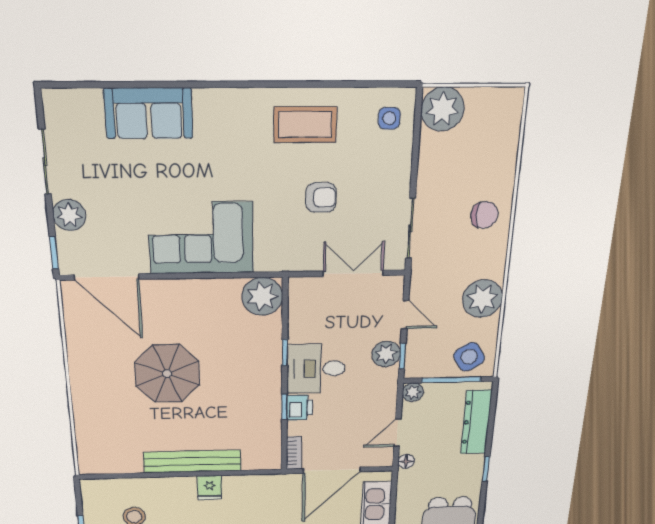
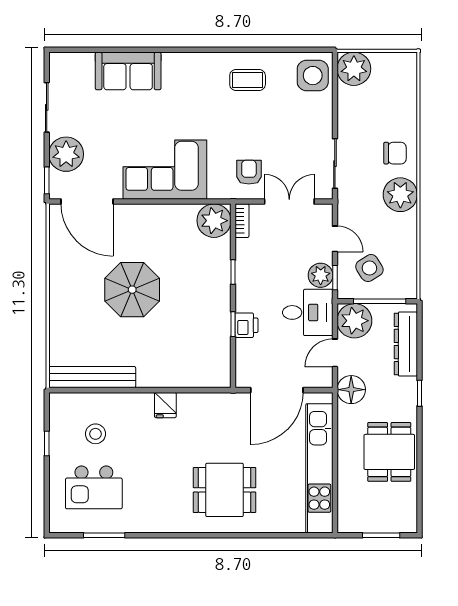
side table: (389, 118) -> (313, 76), width x1.87, depth x1.87
coffee table: (305, 125) -> (248, 80), width x0.73, depth x0.77
armchair: (321, 197) -> (249, 172), moved, turned -90
plant: (69, 215) -> (66, 154), width x1.36, depth x1.36
plant: (483, 299) -> (400, 195), moved
side table: (469, 357) -> (369, 268), moved
desk: (316, 369) -> (308, 312), moved, turned 180
plant: (413, 392) -> (354, 321), width x1.87, depth x1.87
bookcase: (294, 453) -> (242, 221), moved
bench: (192, 461) -> (92, 377), moved
floor lamp: (406, 461) -> (351, 390), width x1.89, depth x1.89

